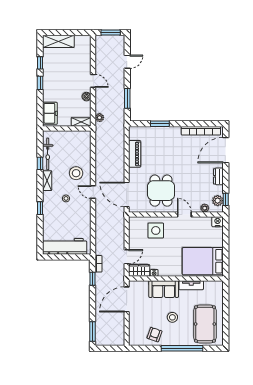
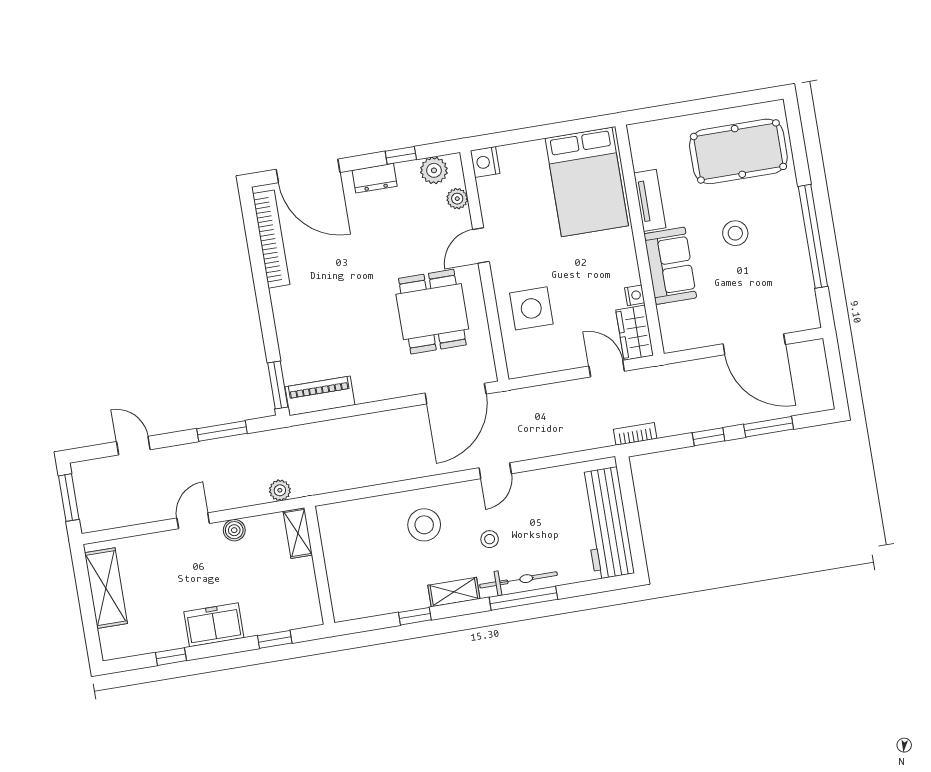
shelving: (58, 41) -> (106, 588), moved
window: (40, 83) -> (275, 639), moved
freezer: (50, 113) -> (214, 625), moved
window: (160, 124) -> (278, 385), moved
bicycle: (48, 154) -> (518, 580), moved
piano: (135, 154) -> (320, 396), moved
dining table: (161, 191) -> (432, 312), turned 90
door: (93, 192) -> (495, 471), moved
window: (226, 199) -> (401, 155), moved
window: (40, 208) -> (523, 598), width x2.17
window: (93, 279) -> (709, 437), moved
door: (127, 299) -> (754, 344), moved
window: (93, 332) -> (769, 427), moved
armchair: (154, 335) -> (784, 270), removed
window: (182, 348) -> (813, 236), moved

